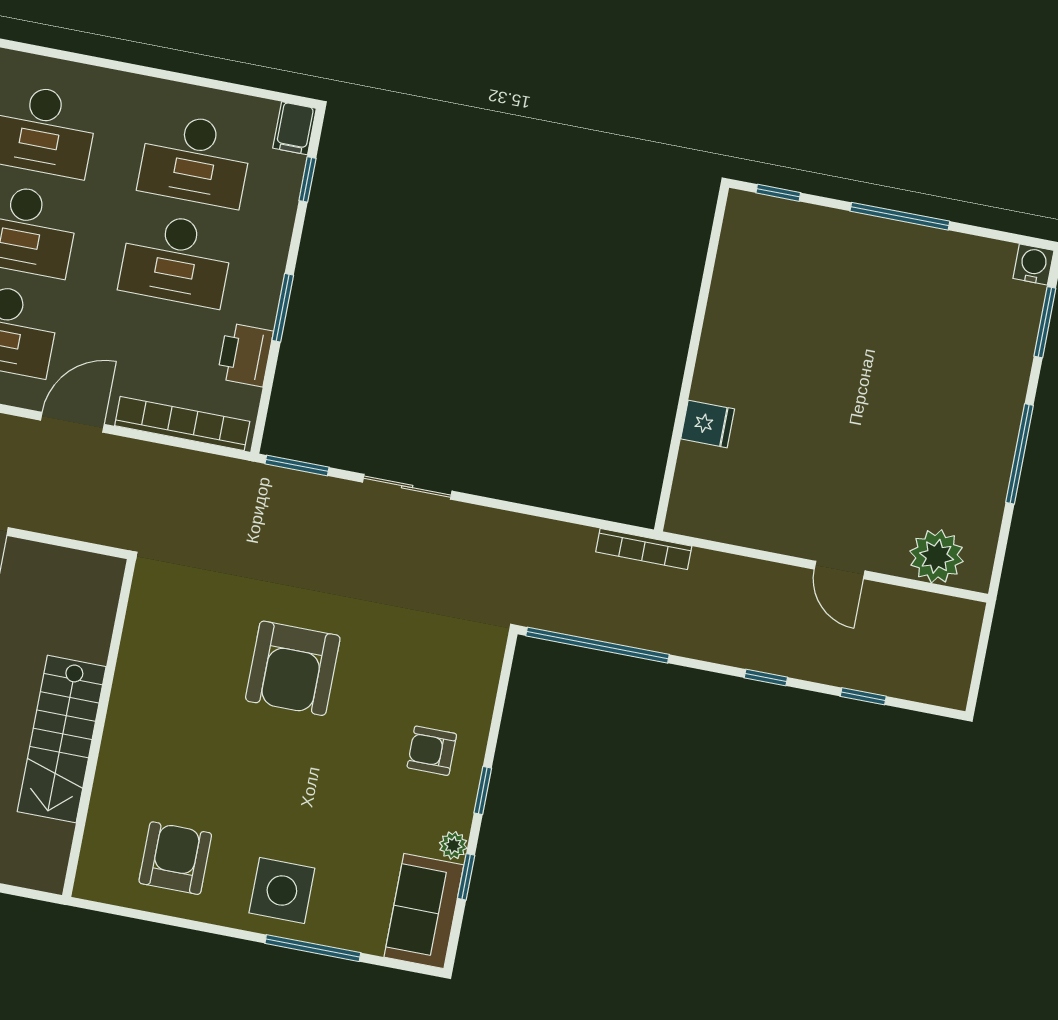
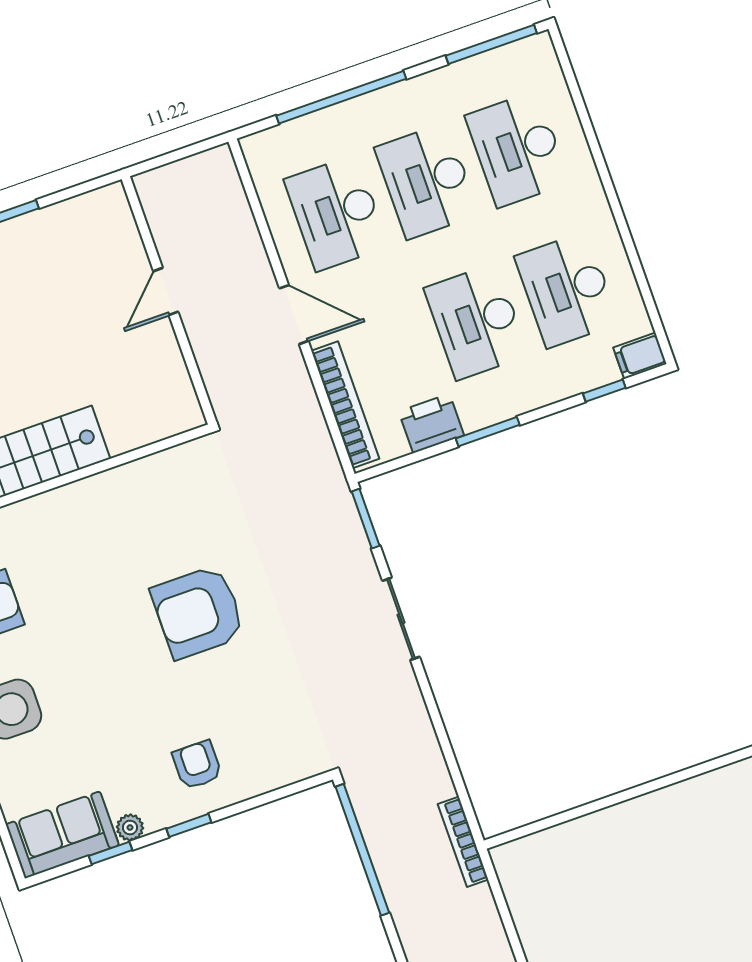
fridge: (708, 424) -> (596, 834), removed

